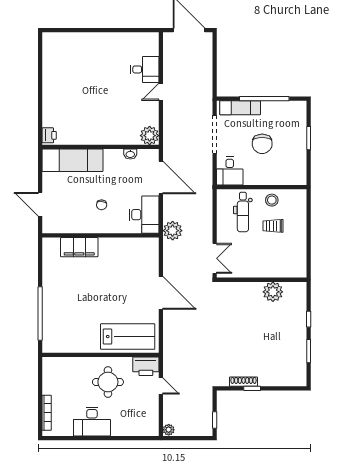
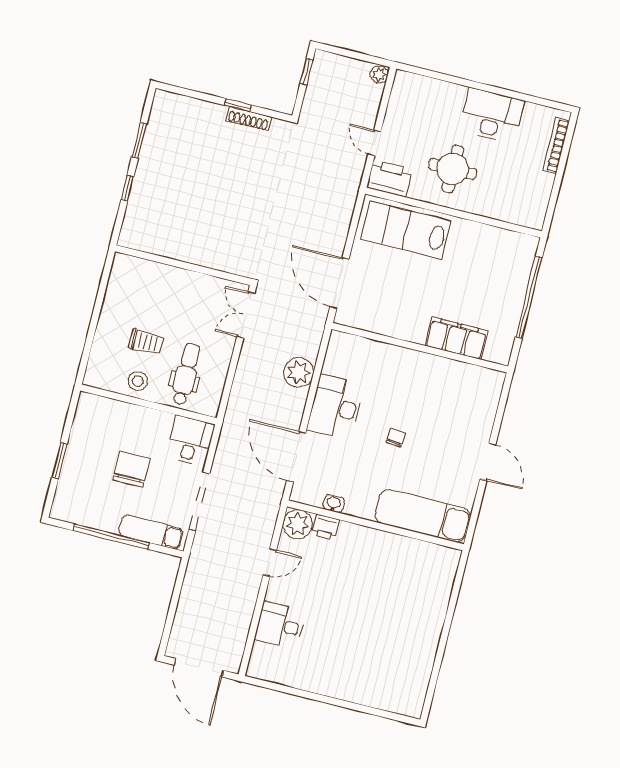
door: (161, 92) -> (270, 563), moved
printer: (49, 135) -> (326, 527), moved, turned -90
wall: (101, 235) -> (420, 348), moved
filing cabinet: (79, 247) -> (456, 338), moved
plant: (273, 292) -> (171, 243), removed

